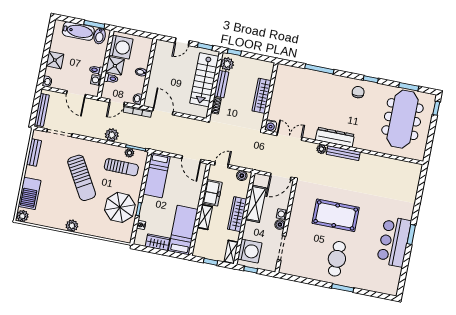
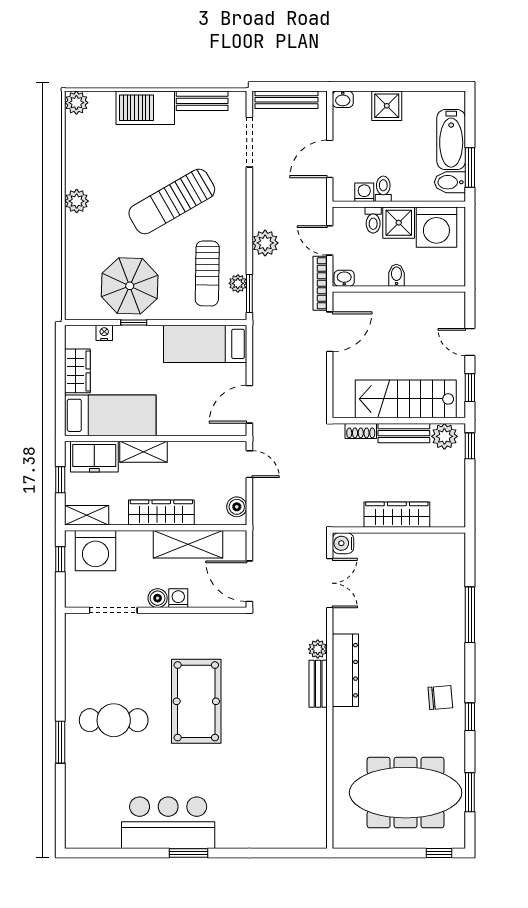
bench: (343, 153) -> (318, 684), width x0.73
barbecue: (30, 193) -> (145, 108), moved
freezer: (212, 193) -> (94, 457), moved

